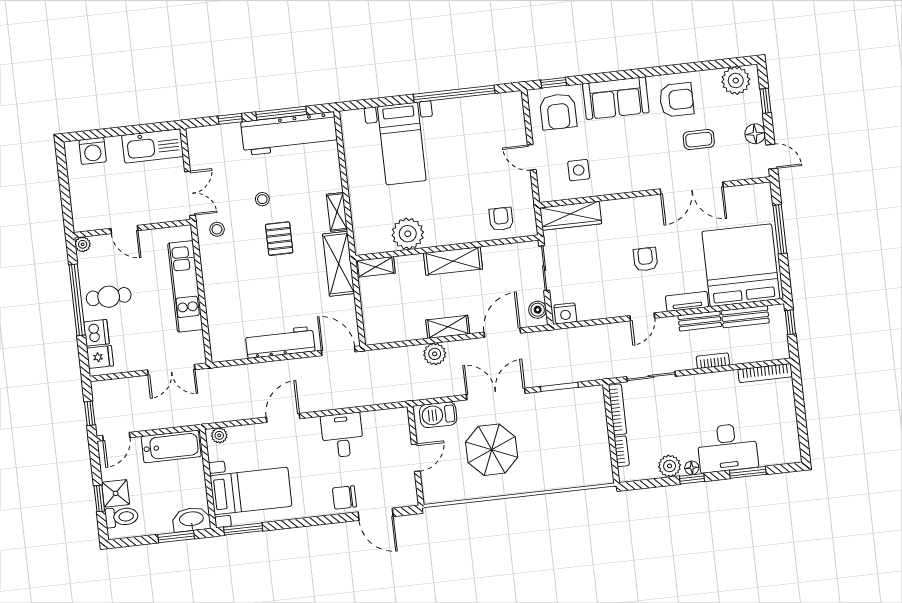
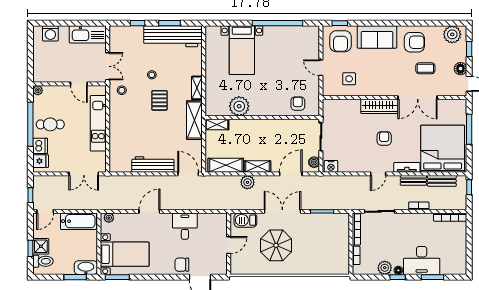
window: (281, 113) -> (169, 23), width x0.69
wardrobe: (571, 216) -> (379, 106), moved
door: (124, 229) -> (79, 84), moved
shelving: (453, 261) -> (226, 165), moved

